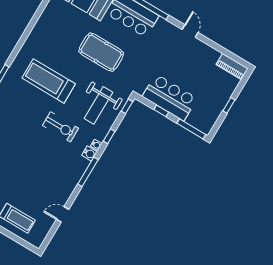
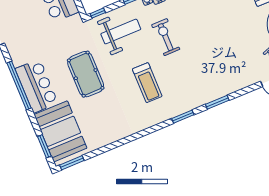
treadmill: (49, 81) -> (147, 83), width x0.73, depth x0.73

